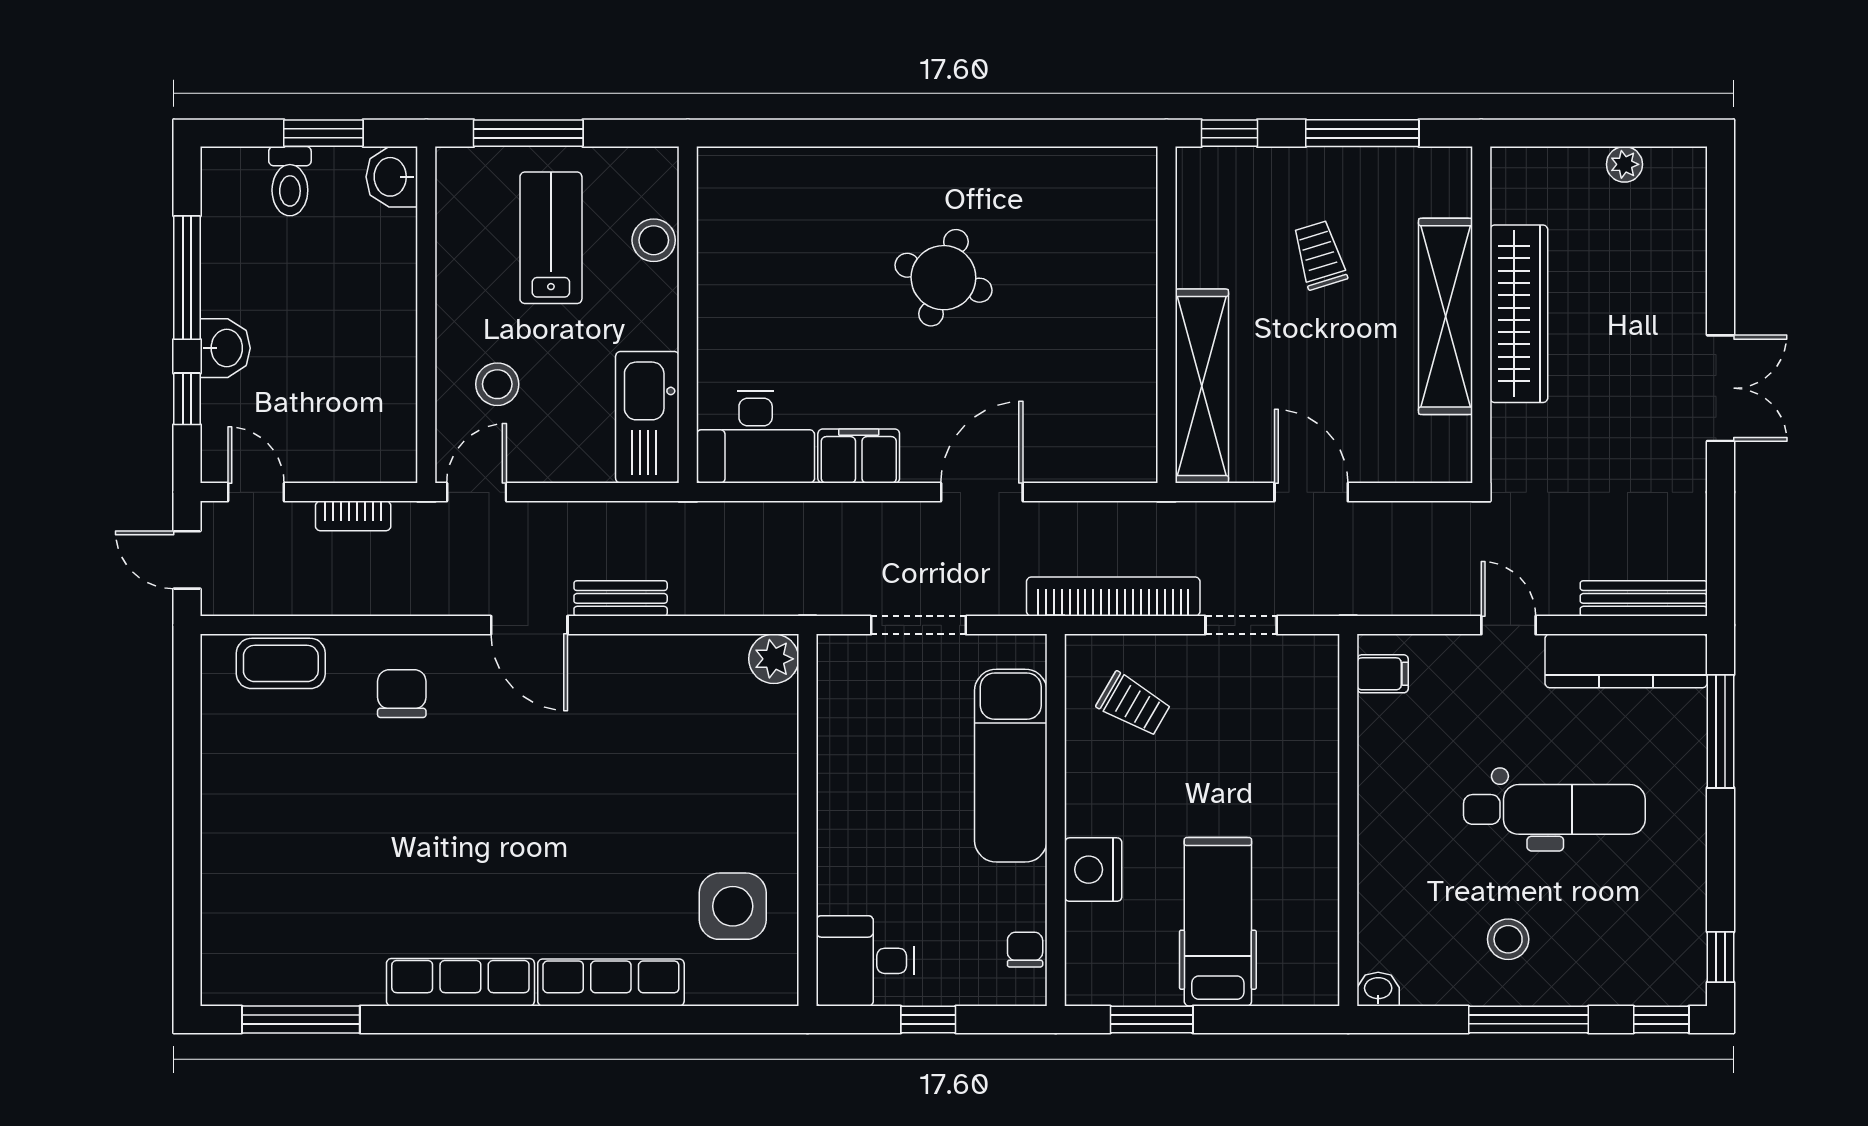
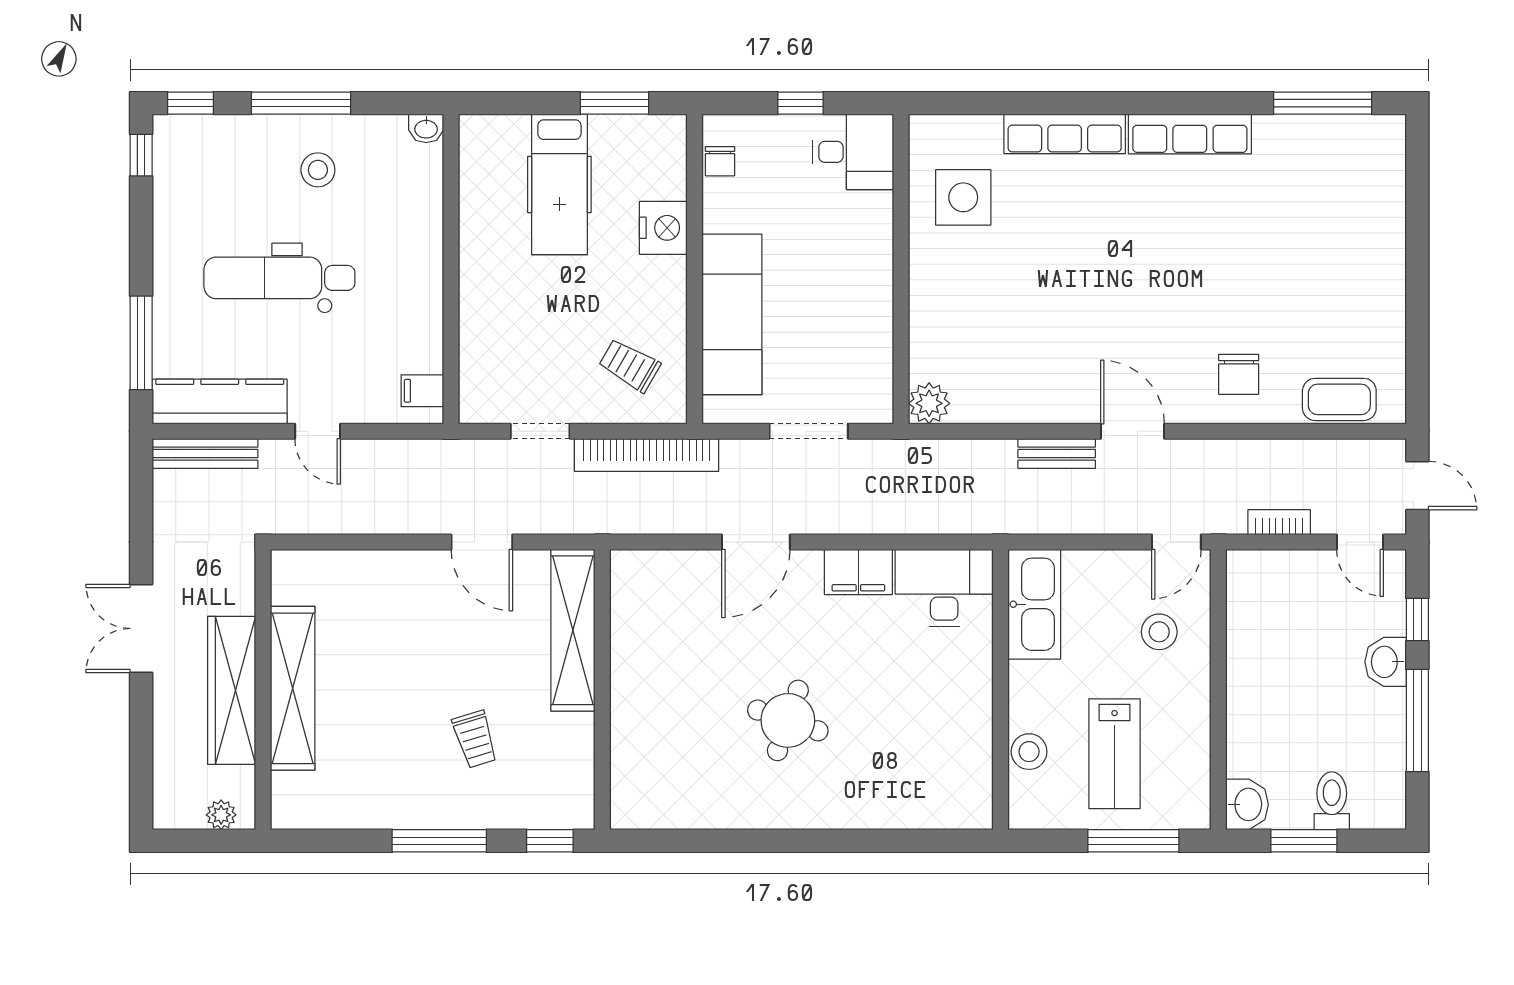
wardrobe: (1519, 314) -> (232, 690), moved
wall: (1481, 315) -> (263, 690), moved
shelving: (1445, 316) -> (293, 688), moved

